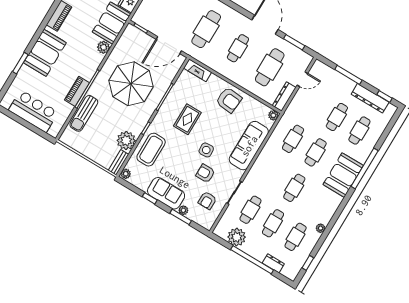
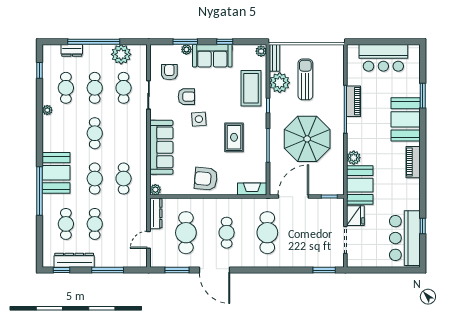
sun lounger: (84, 113) -> (305, 79), moved

